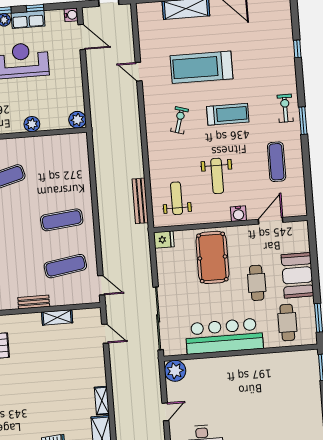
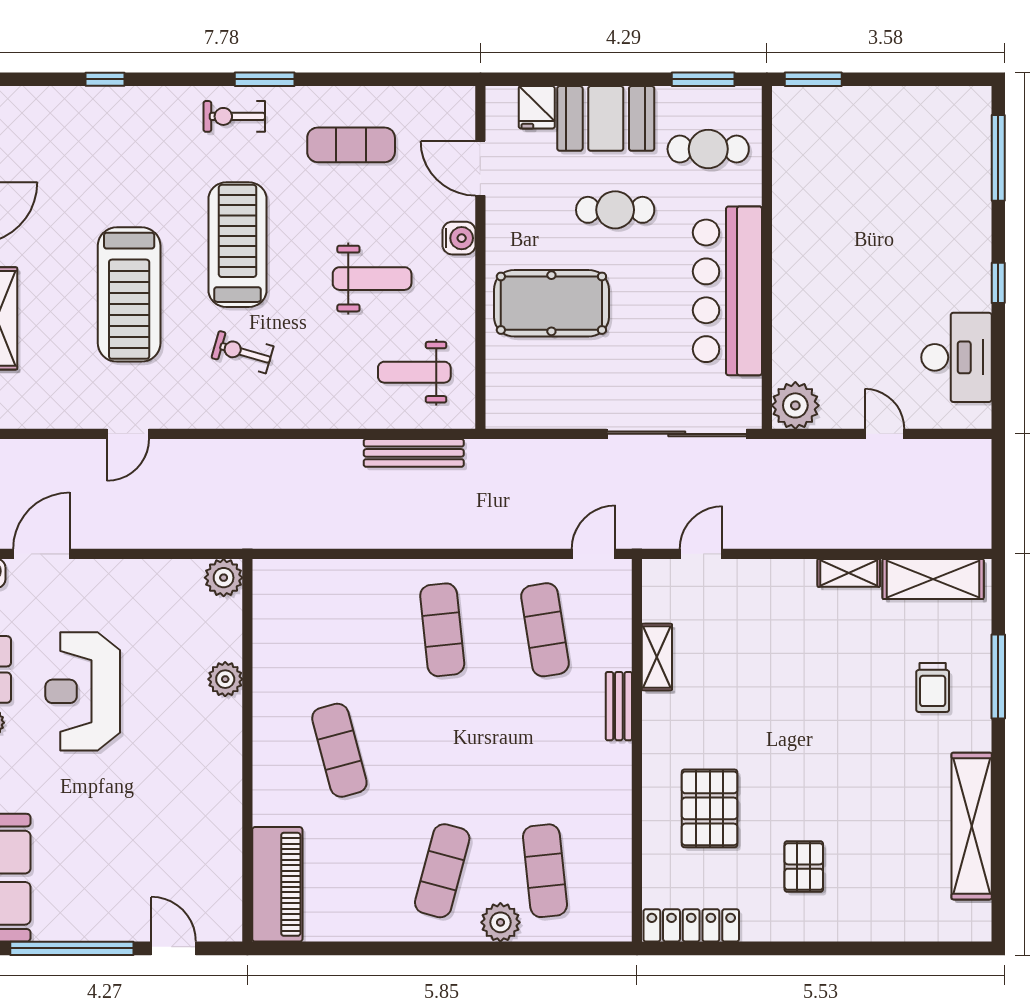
treadmill: (228, 114) -> (238, 245), width x1.37, depth x1.38
fridge: (164, 240) -> (537, 107), moved, turned 180

